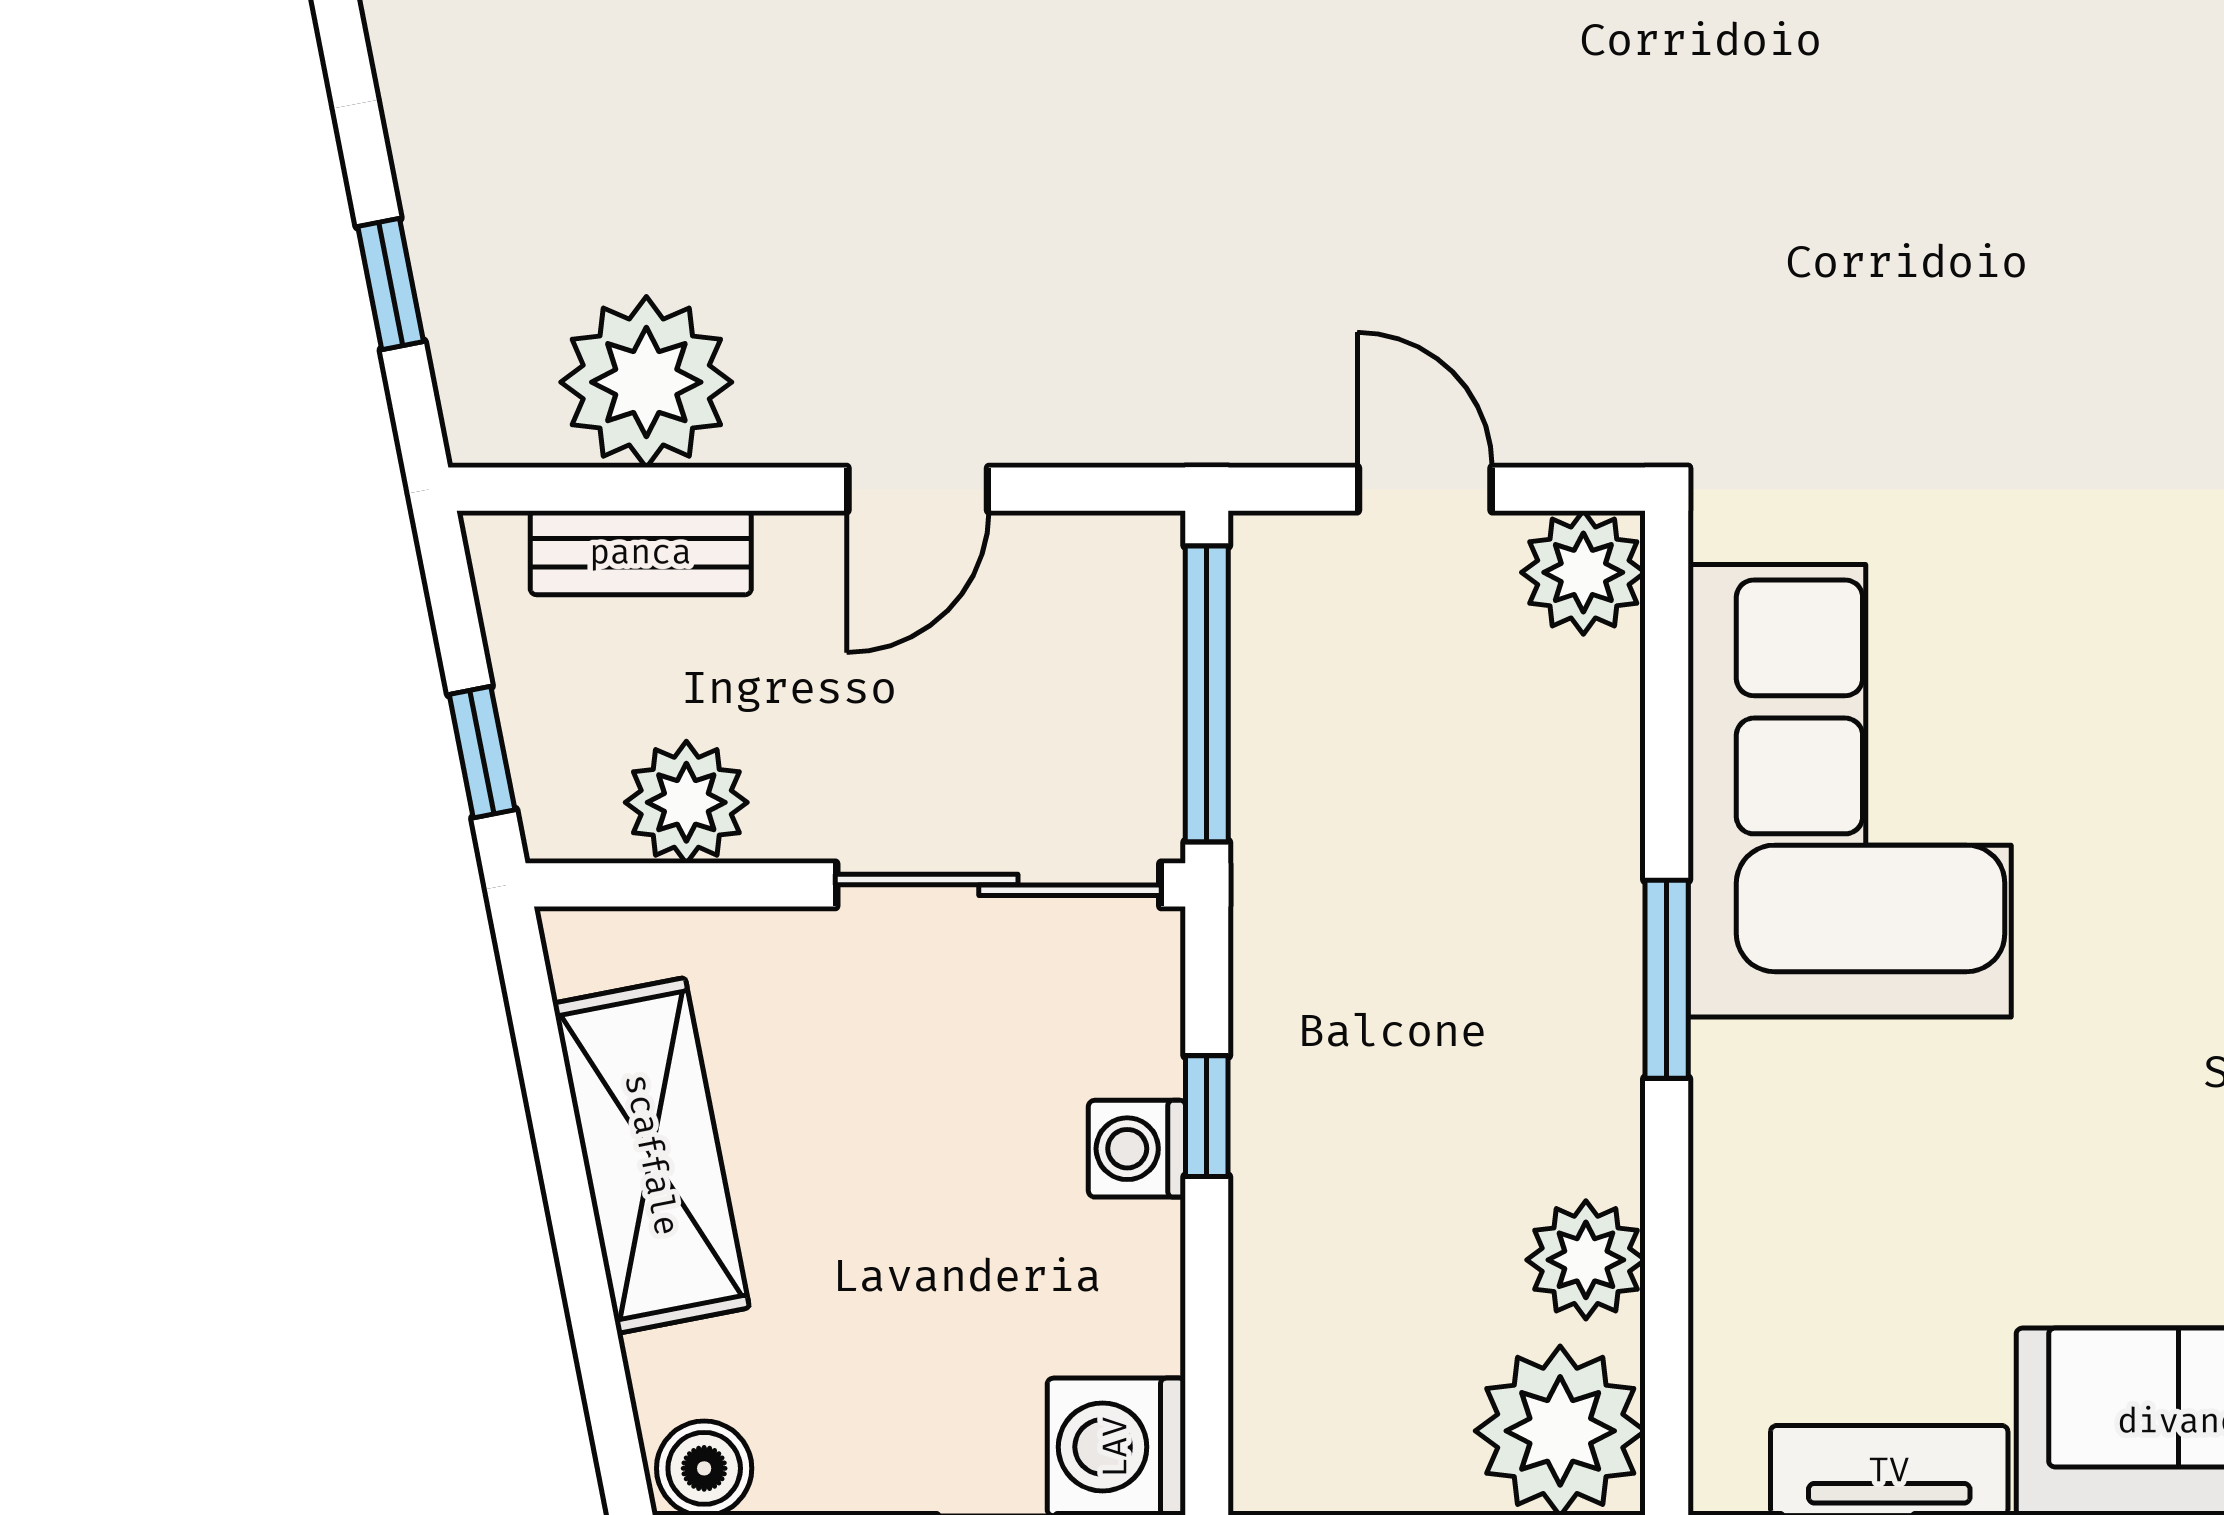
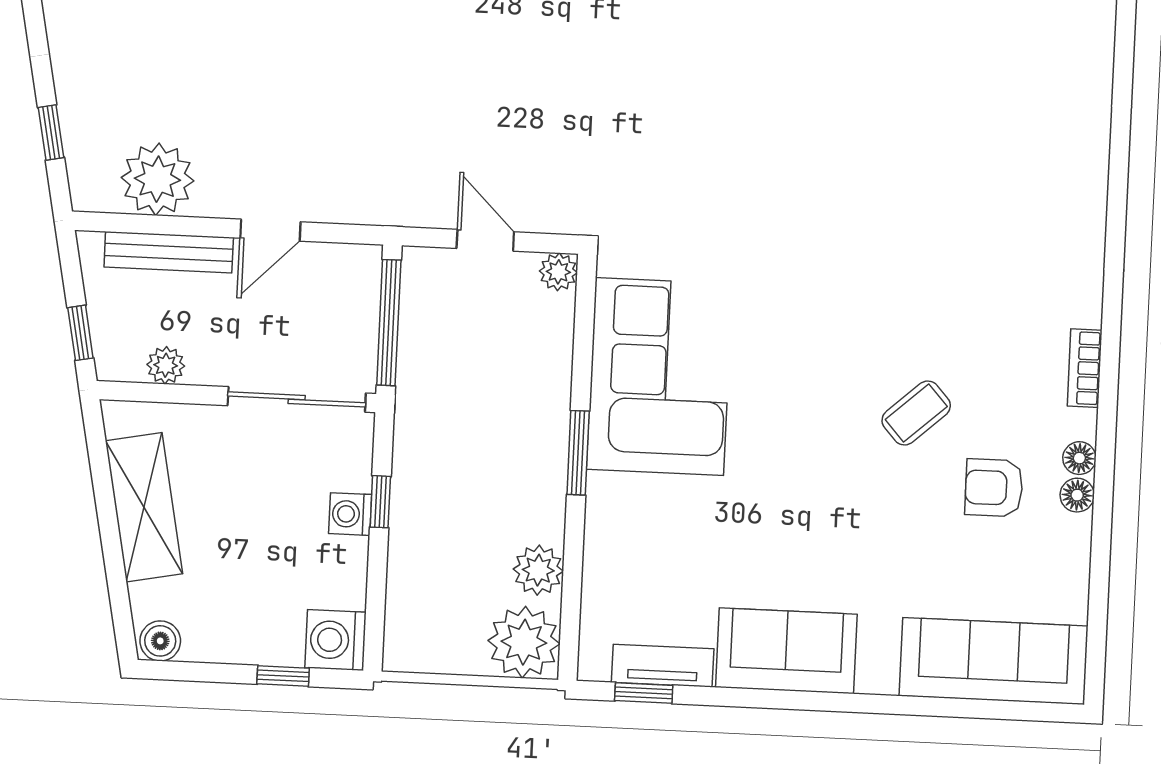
bench: (641, 553) -> (169, 252), width x1.36
plant: (1583, 572) -> (558, 272), width x0.73, depth x0.73
plant: (686, 802) -> (166, 365), width x0.73, depth x0.73

